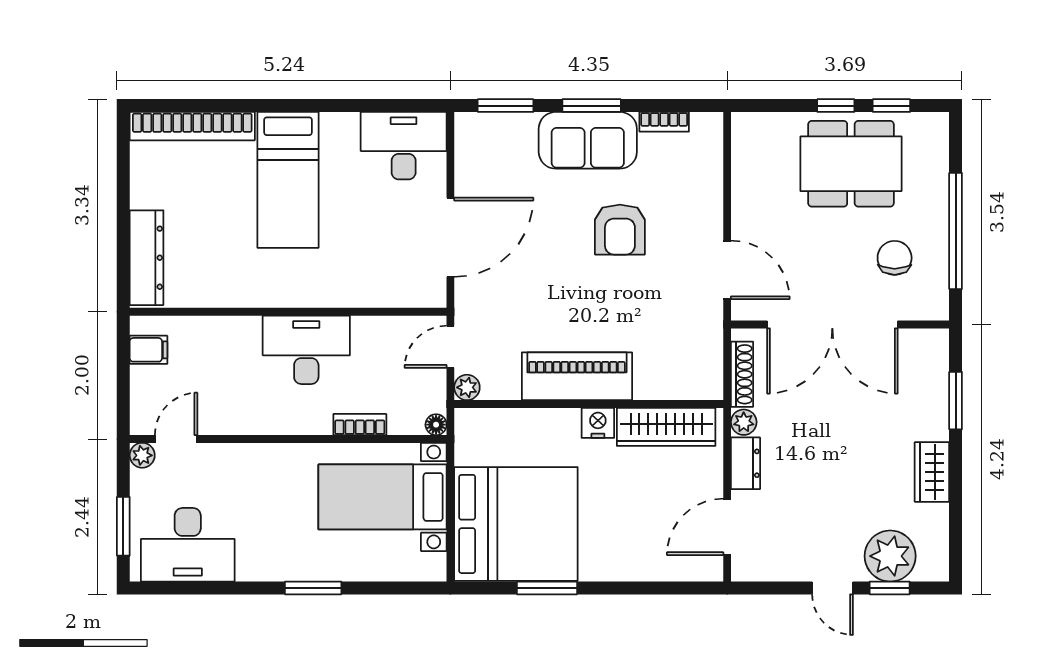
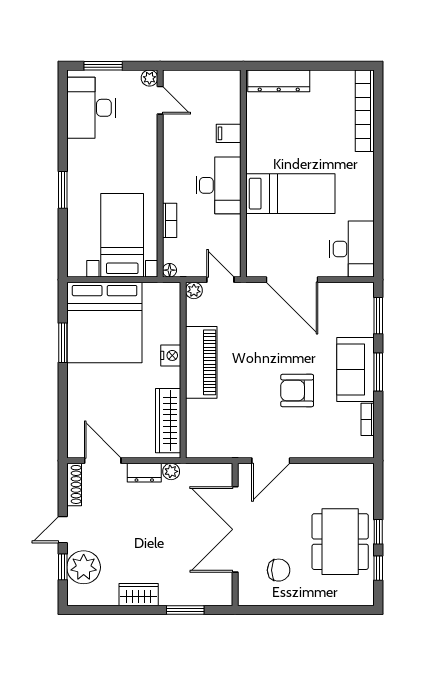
bed: (288, 180) -> (290, 194), moved, turned 180
window: (956, 231) -> (296, 610), removed
filing cabinet: (148, 350) -> (229, 133), moved, turned 90
shoe rack: (742, 374) -> (74, 484), moved, turned -90
nightstand: (598, 423) -> (171, 355), moved

